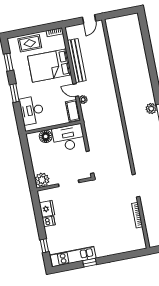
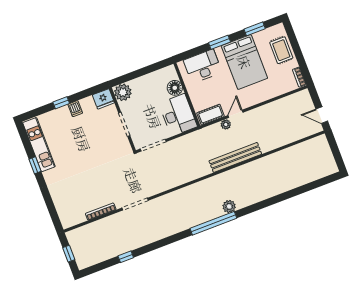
bench: (77, 61) -> (235, 157), moved
bed: (50, 66) -> (244, 62), moved, turned 180
fridge: (47, 209) -> (103, 99), moved
window: (44, 246) -> (61, 103), moved

